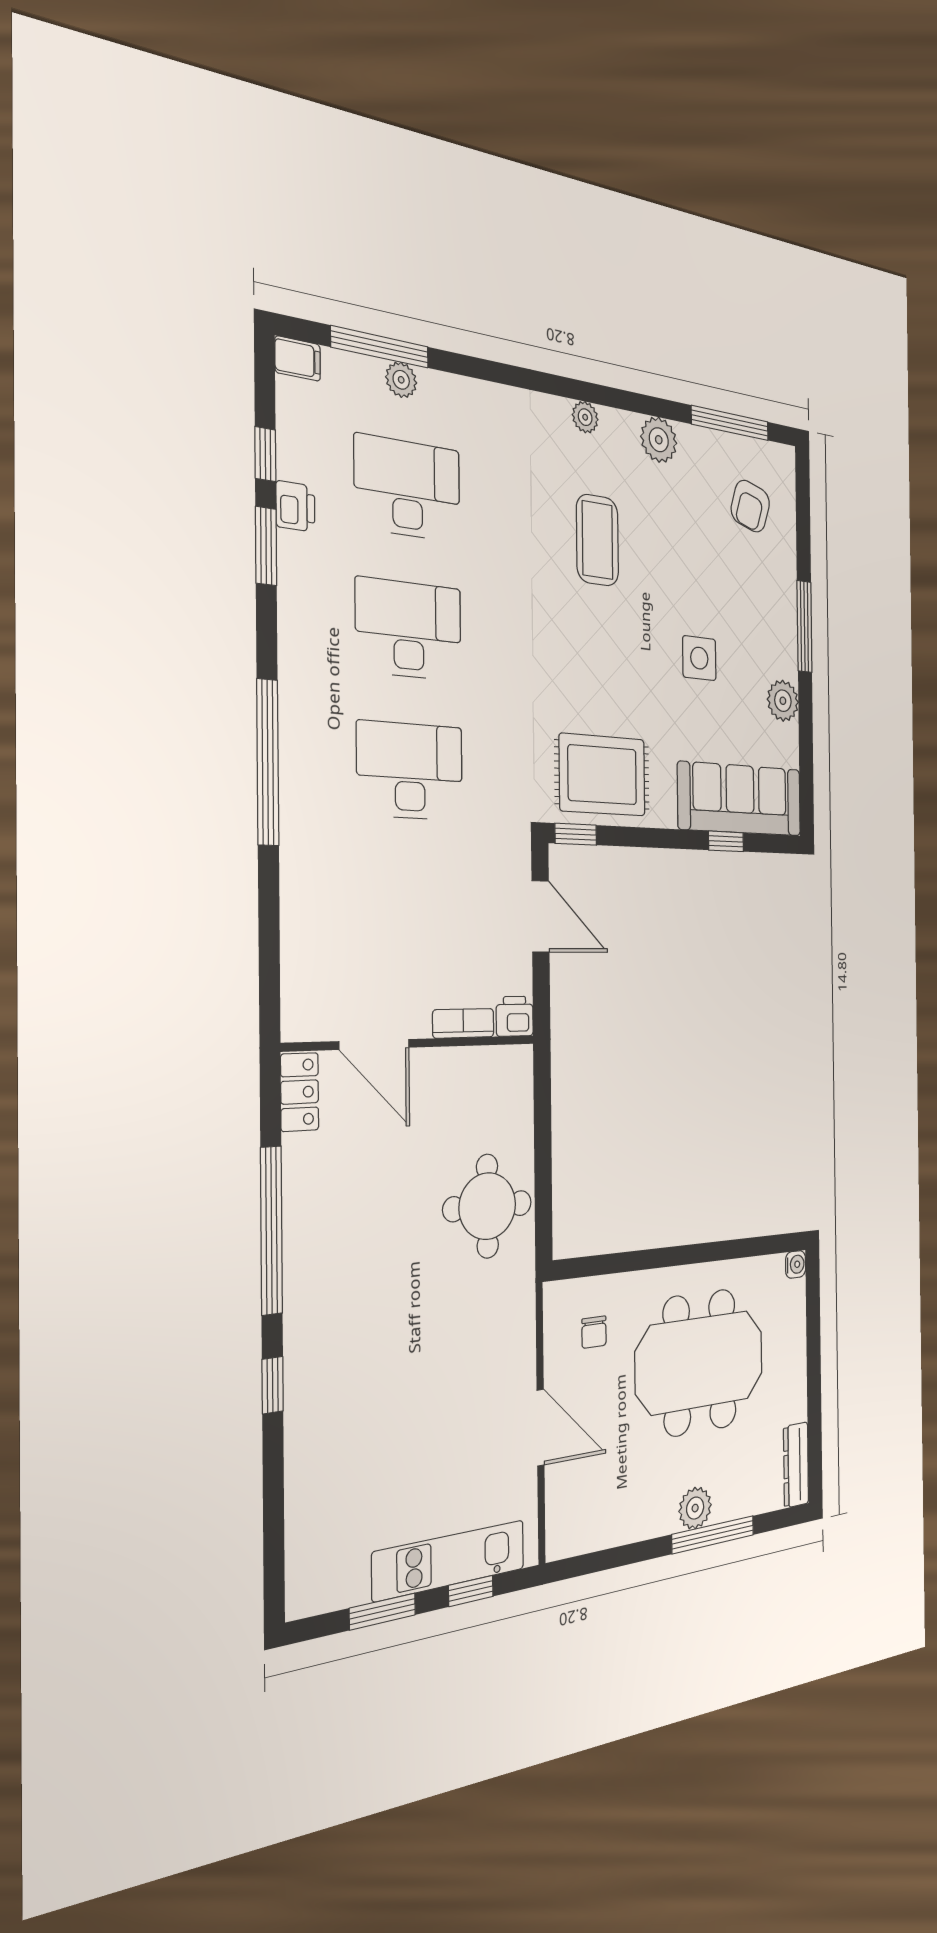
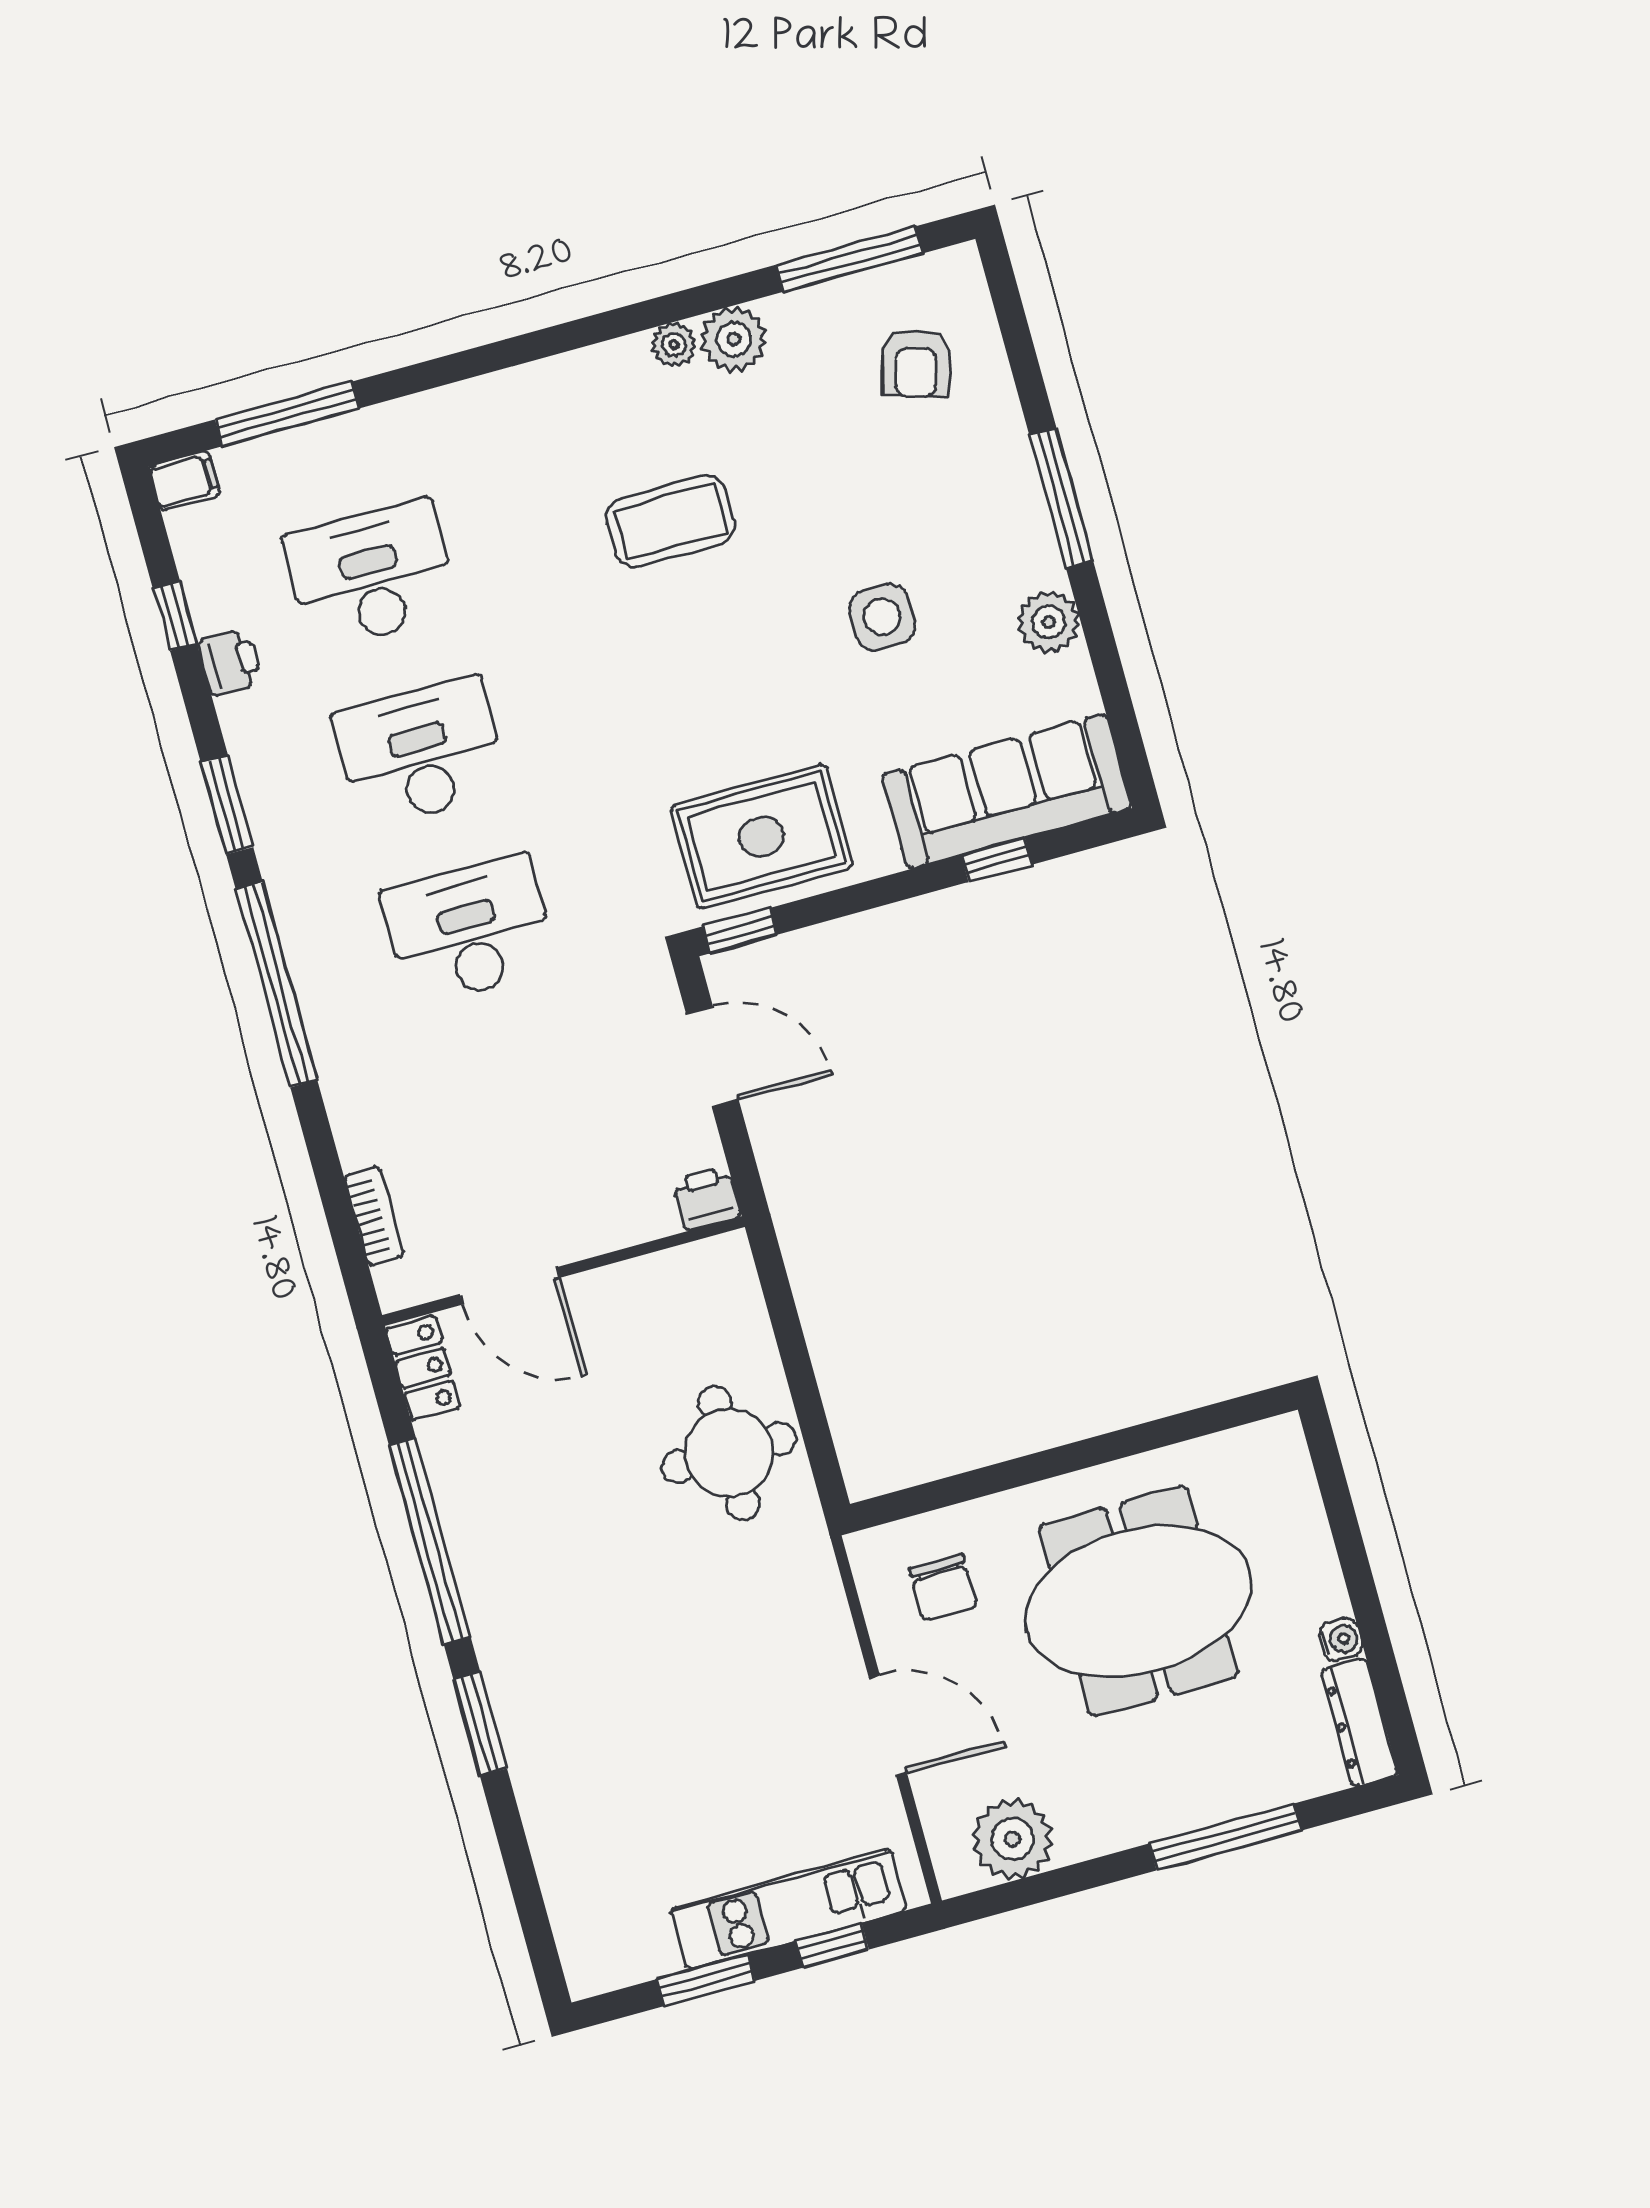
plant: (401, 380) -> (327, 441), removed
plant: (585, 417) -> (674, 345), moved
coffee table: (597, 540) -> (670, 521), turned 90
window: (266, 546) -> (227, 805), moved
bookcase: (463, 1023) -> (374, 1216), moved, turned 90
water cooler: (796, 1264) -> (1341, 1639), moved
chair: (594, 1332) -> (943, 1588), width x1.37, depth x1.37
window: (273, 1385) -> (480, 1724), width x1.50
plant: (695, 1508) -> (1013, 1839), moved, width x1.36, depth x1.36

